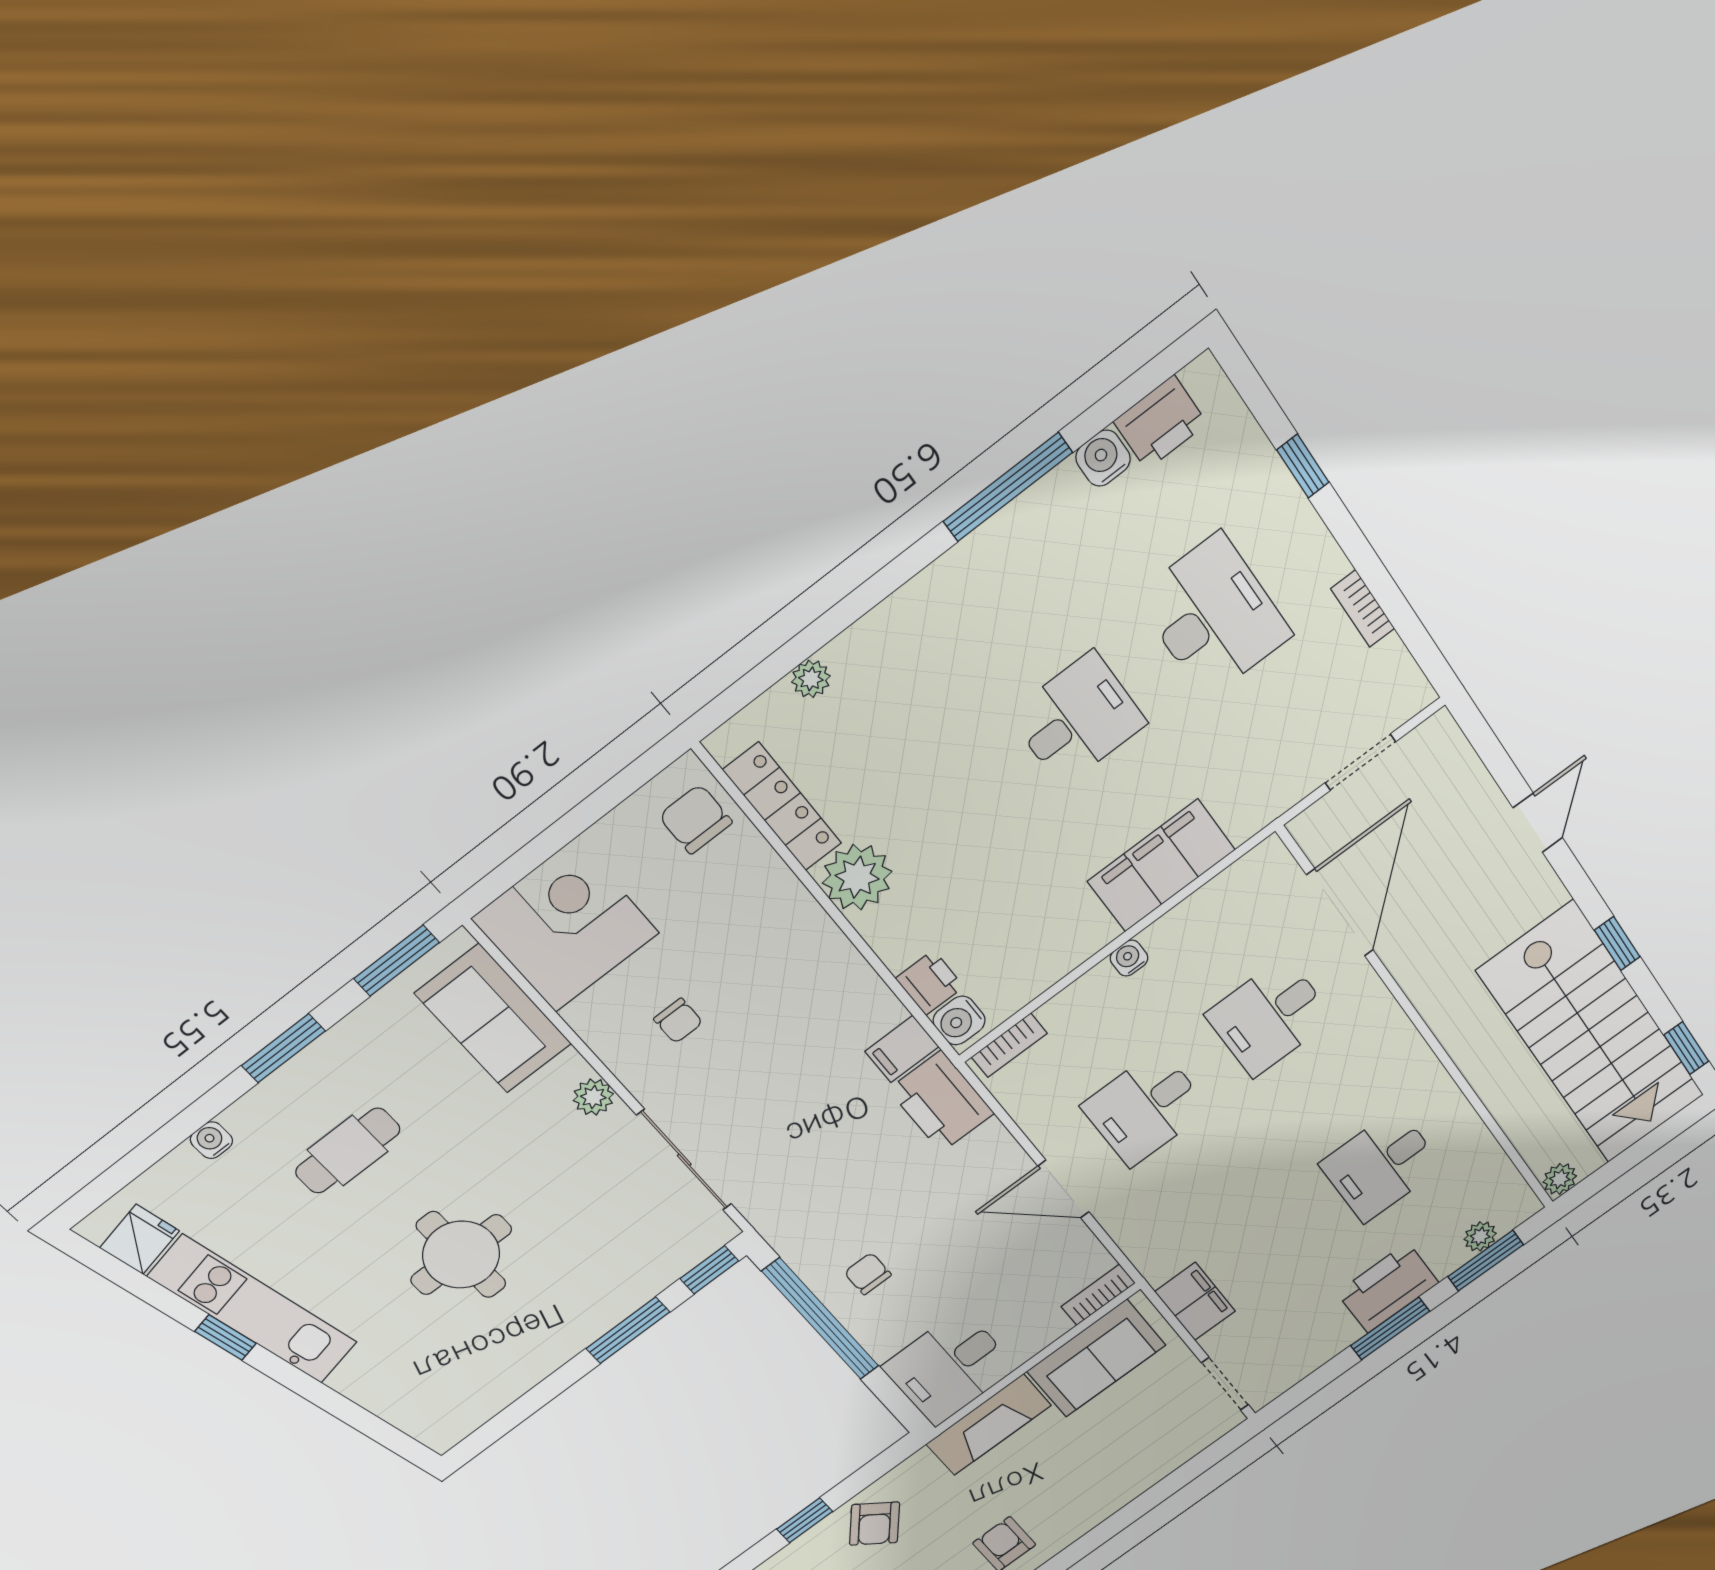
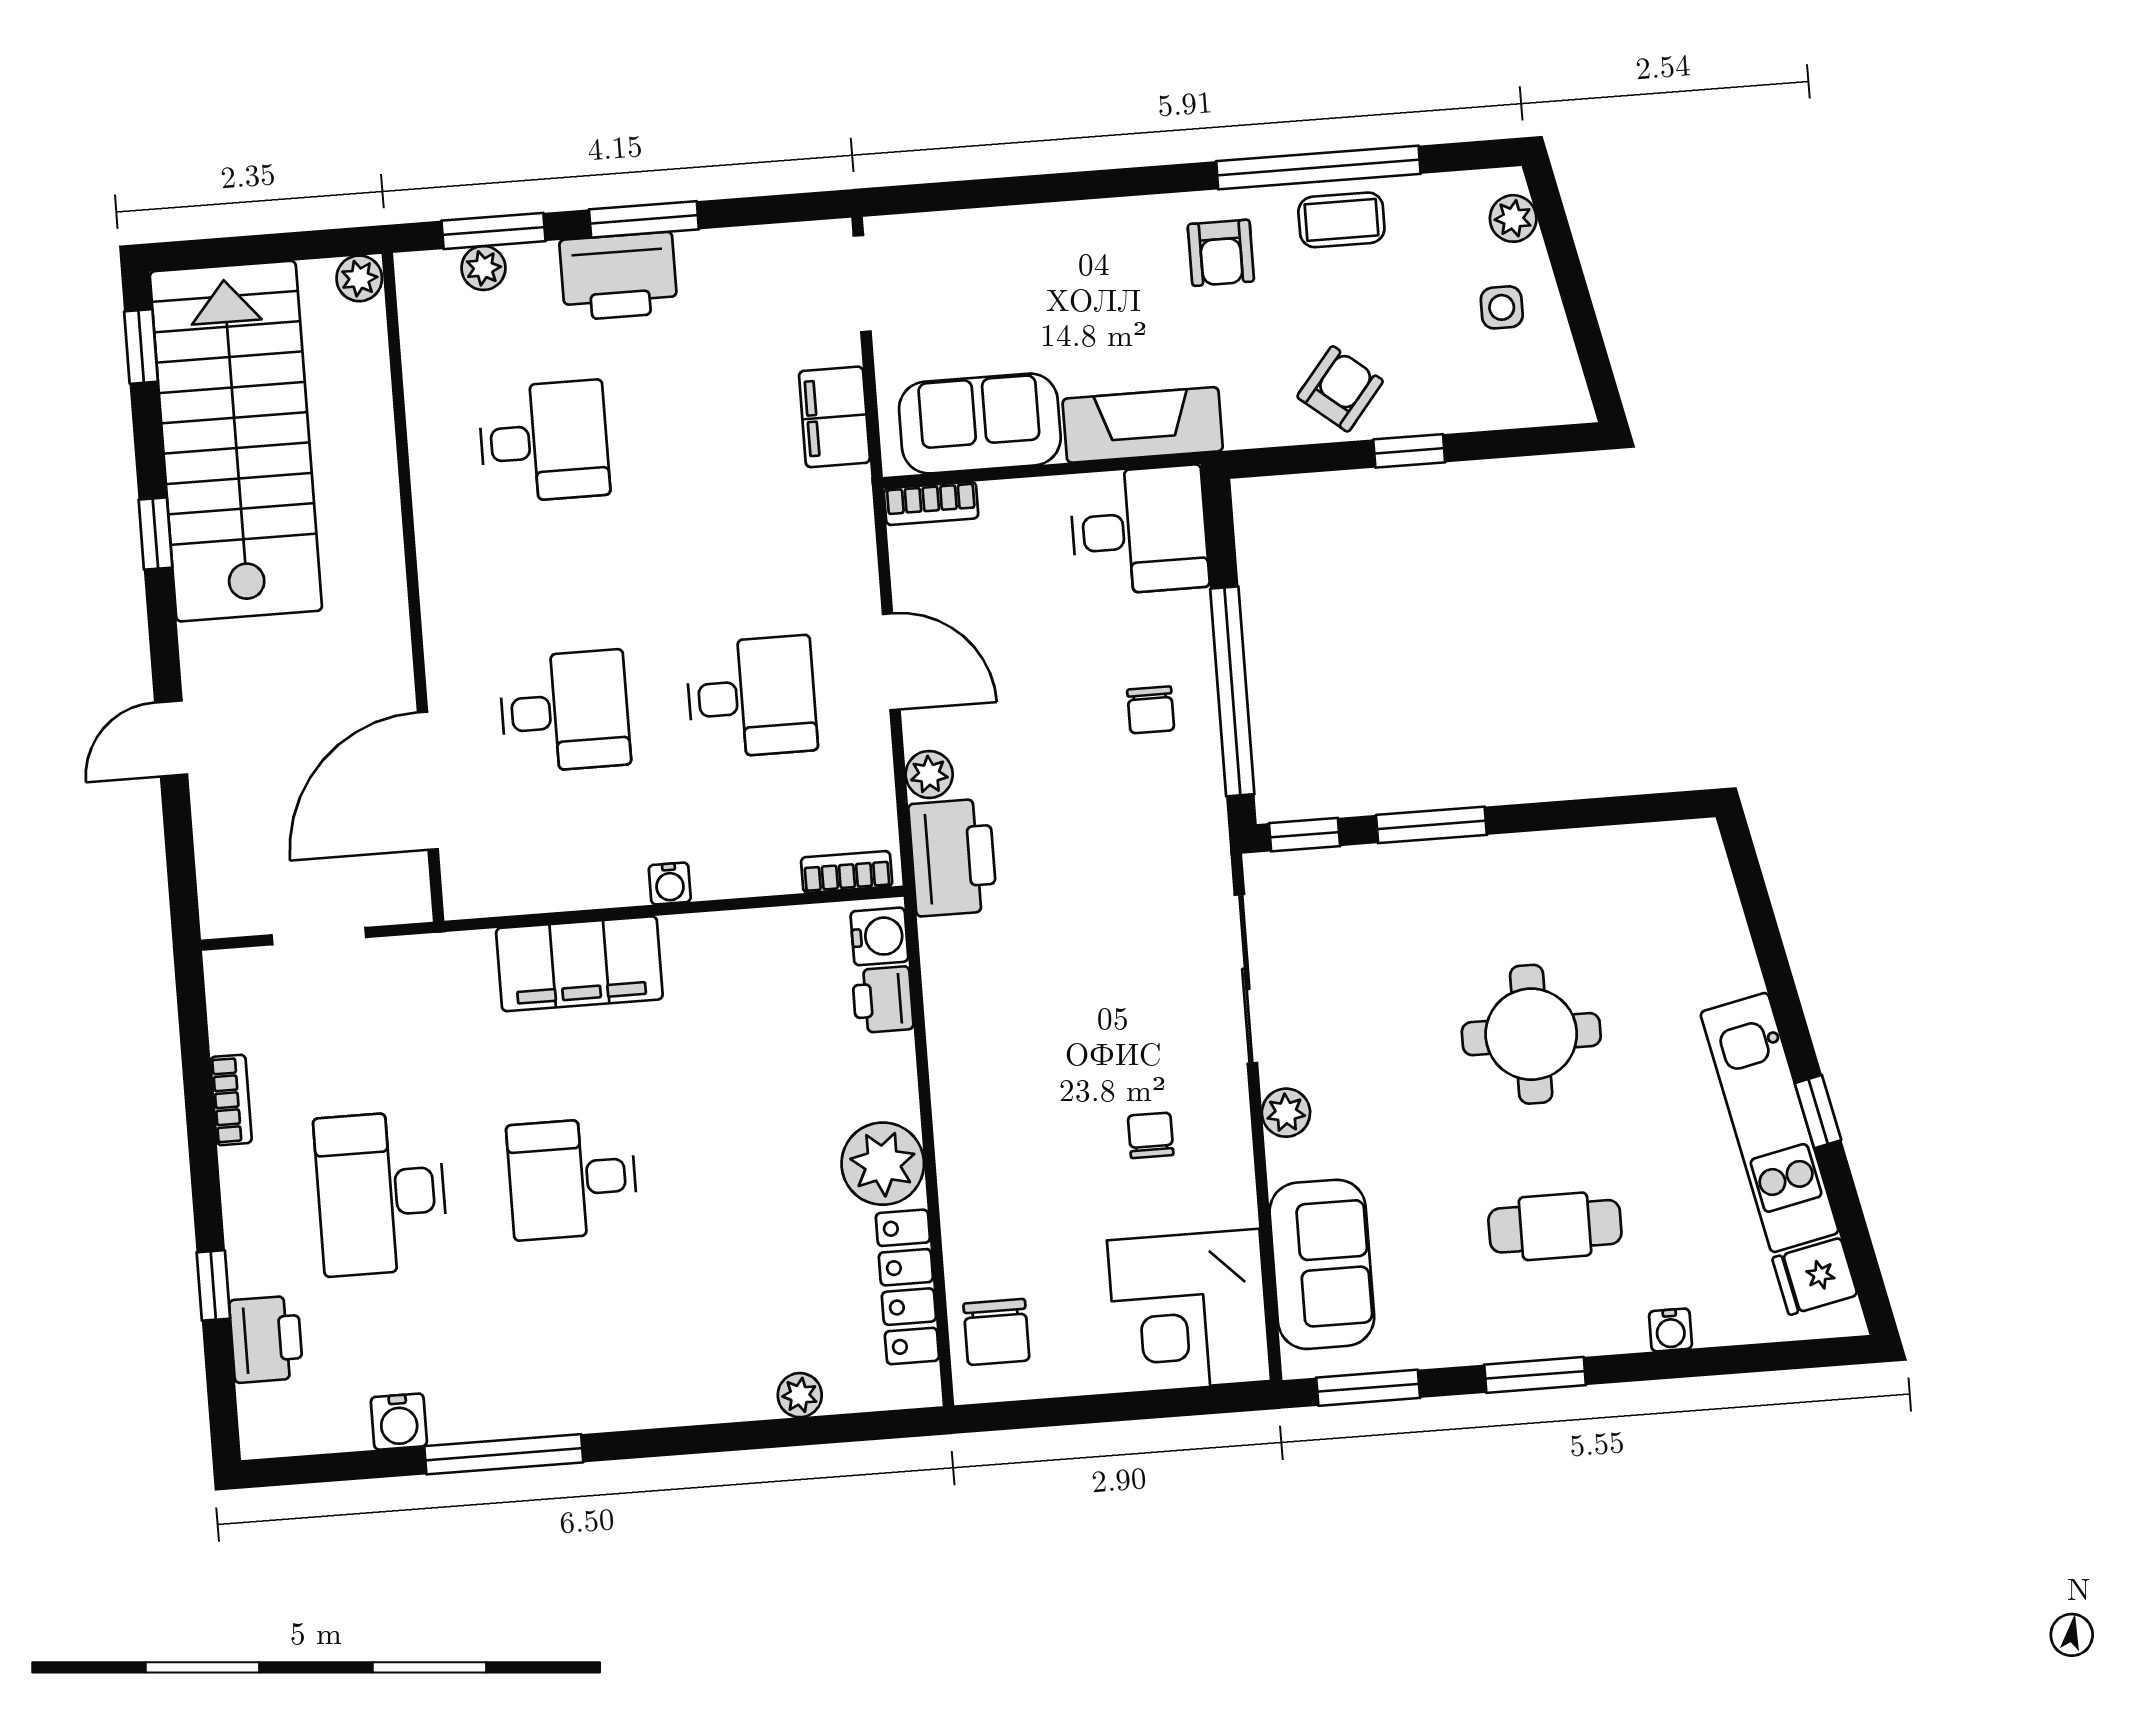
printer: (1160, 423) -> (266, 1339), moved, turned 90
filing cabinet: (902, 1049) -> (955, 946), removed
plant: (992, 1140) -> (929, 774), added

